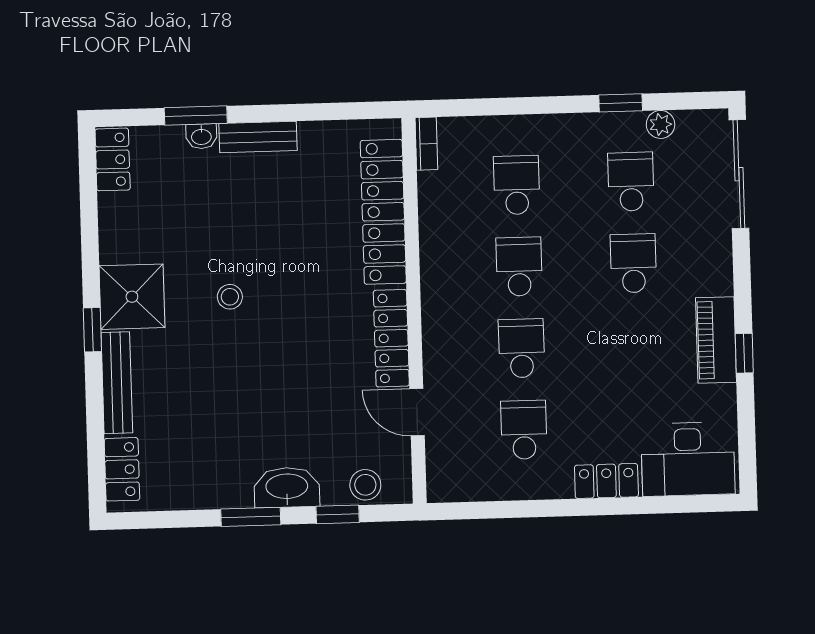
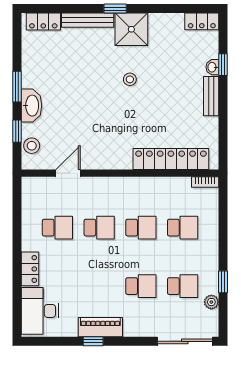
window: (196, 115) -> (223, 65), width x0.67
locker: (391, 338) -> (106, 161), removed

